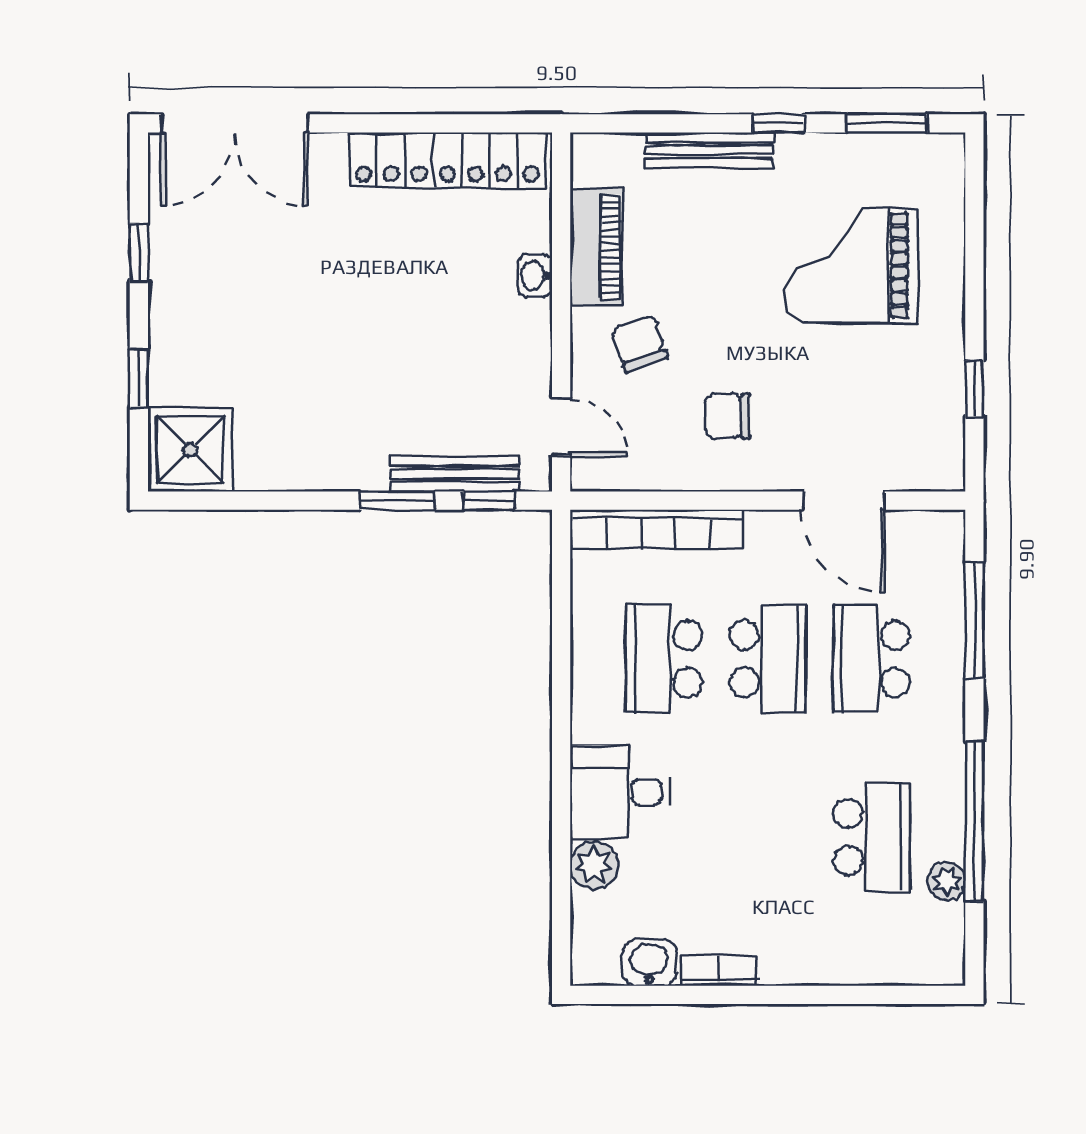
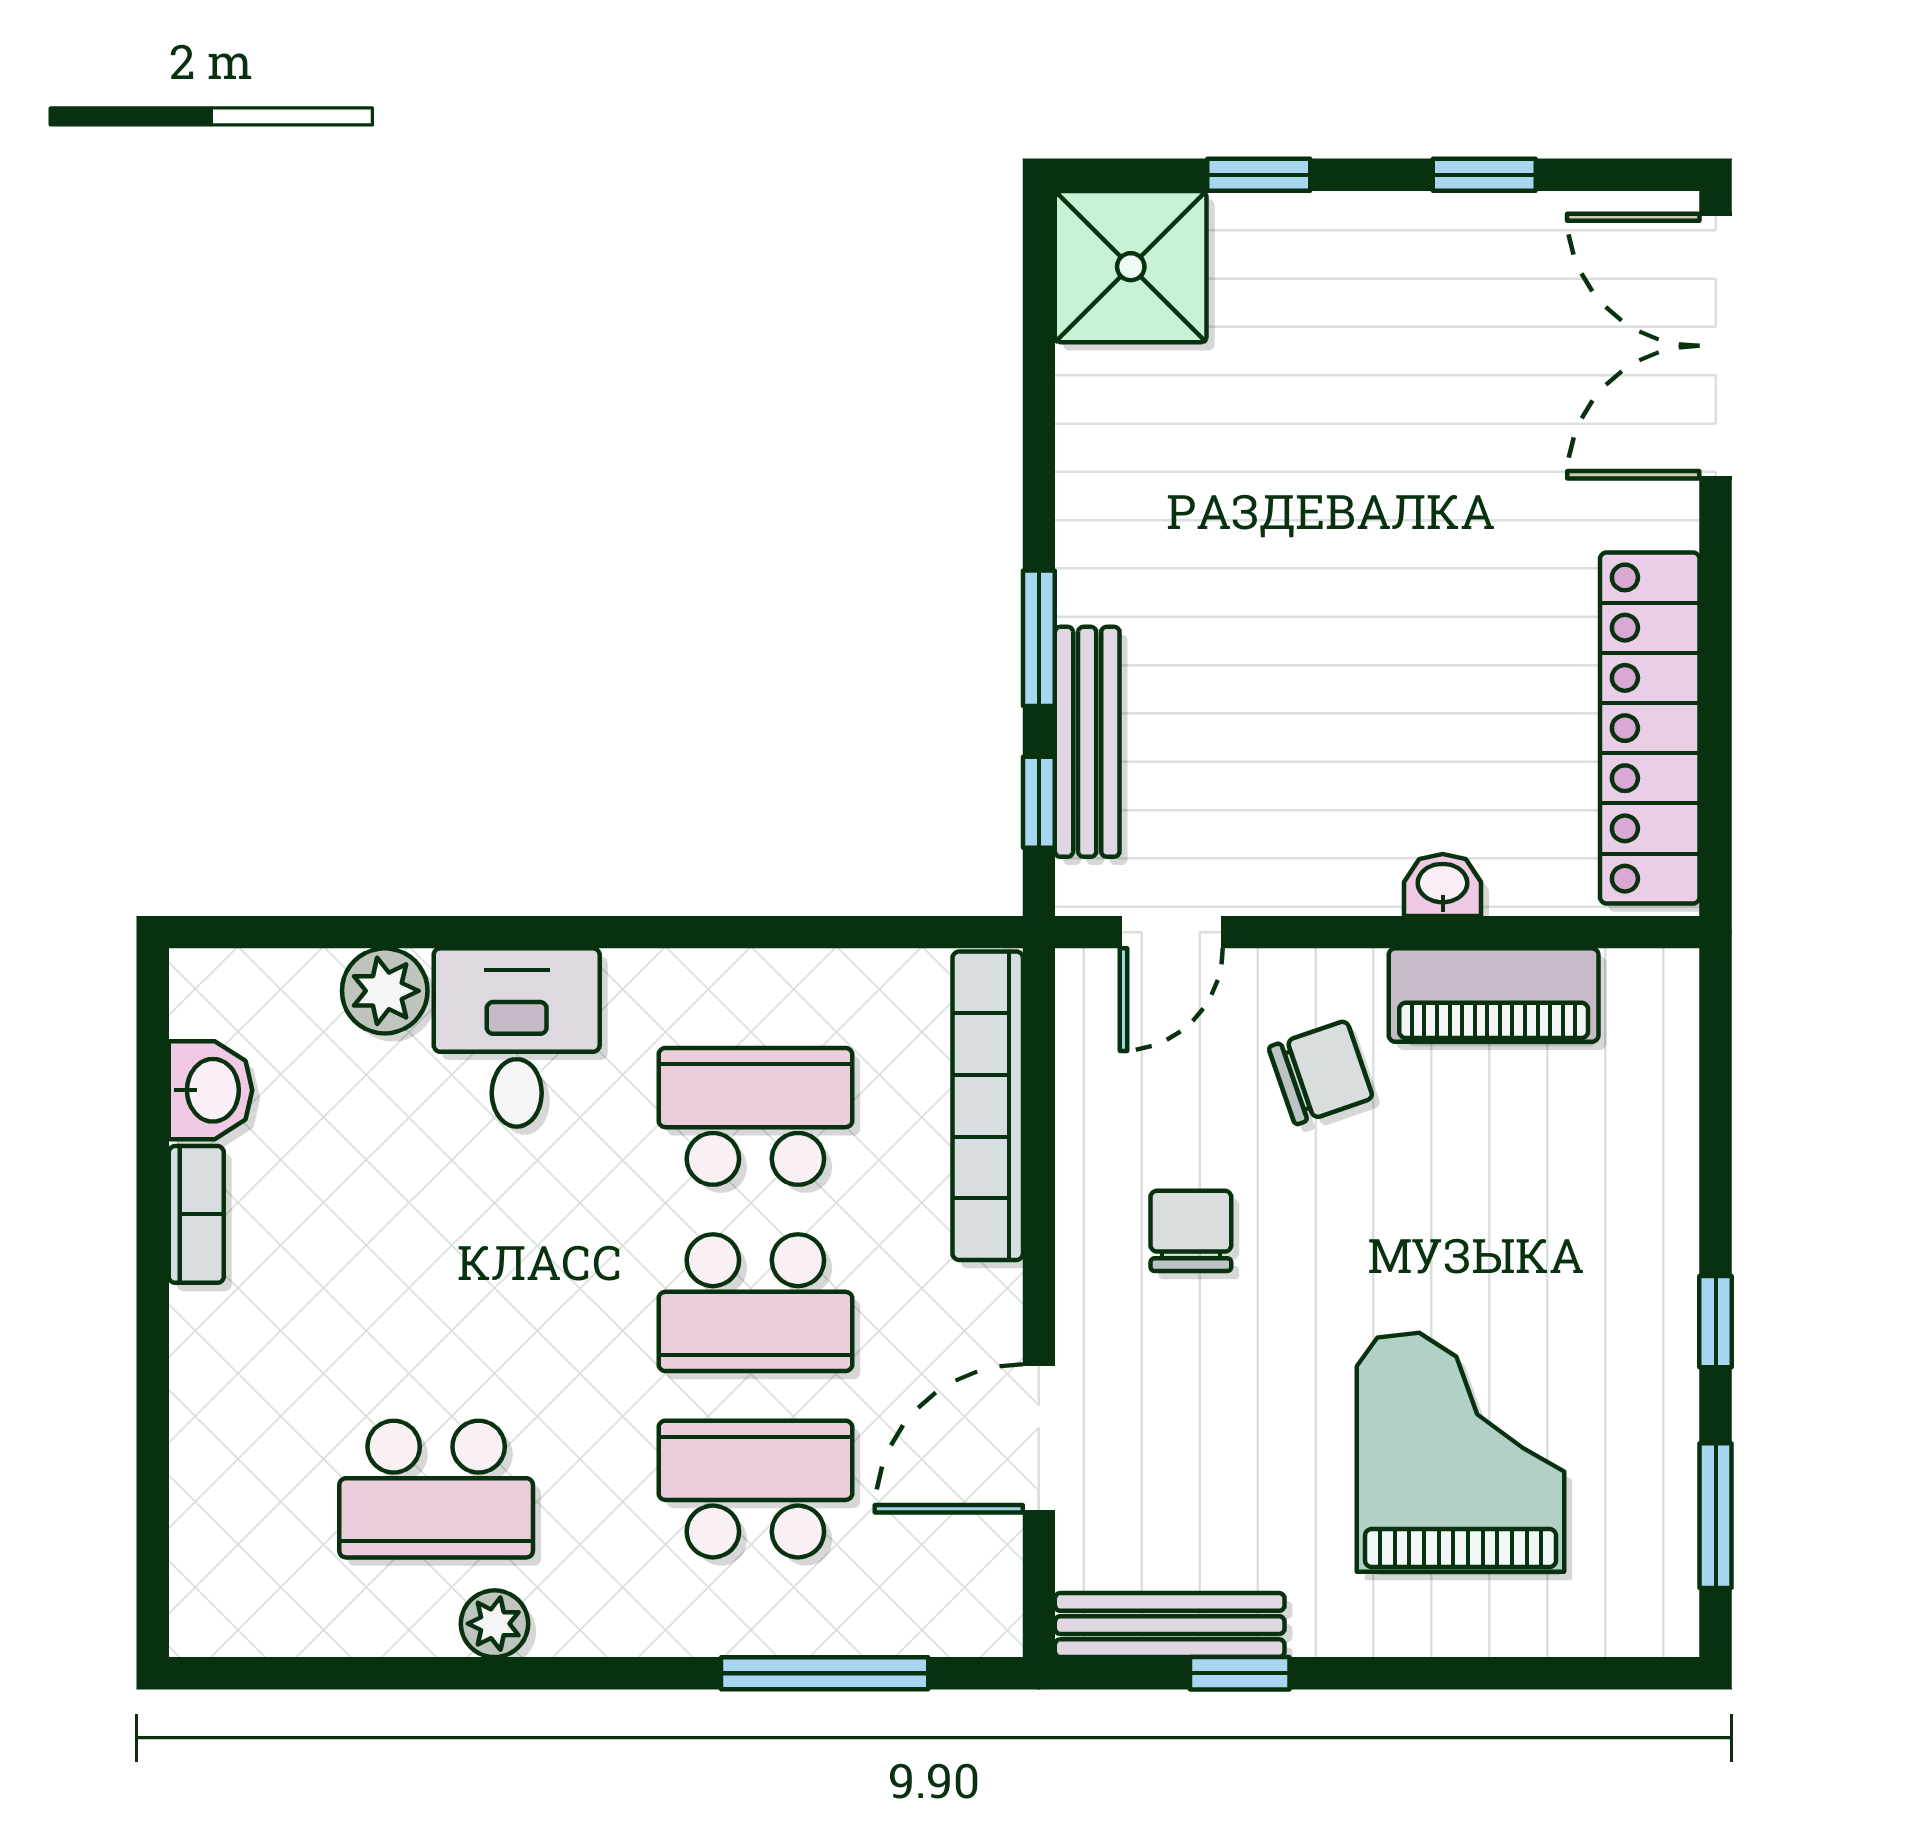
bench: (709, 150) -> (1170, 1625), moved, turned 90
window: (974, 821) -> (464, 1673), removed
plant: (947, 881) -> (495, 1624), moved

